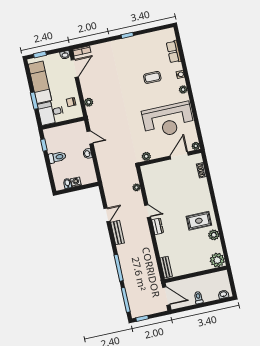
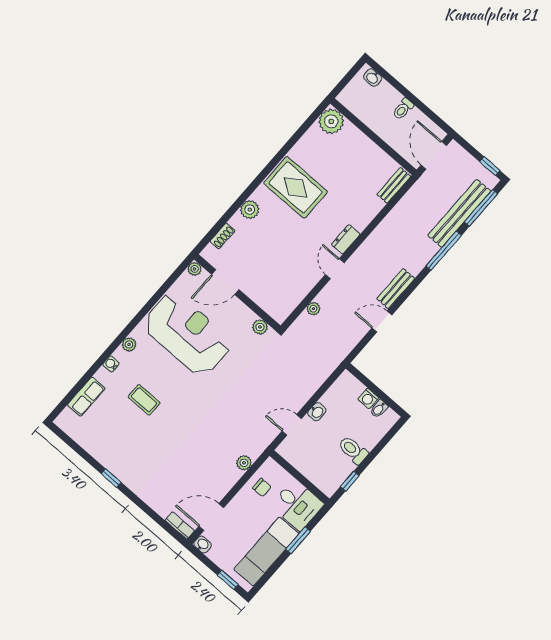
door: (90, 137) -> (292, 425), hinge flipped
rug: (199, 221) -> (296, 187), width x1.36, depth x1.43
plant: (214, 235) -> (250, 210), moved
bench: (131, 288) -> (459, 213), added

